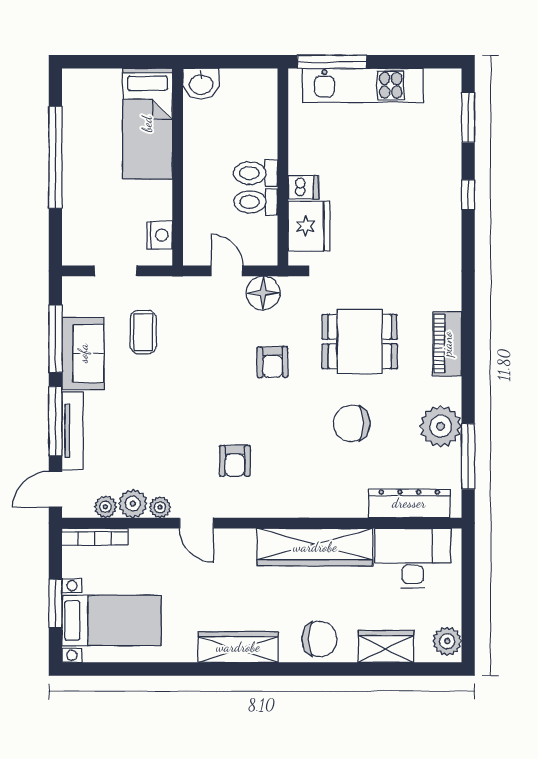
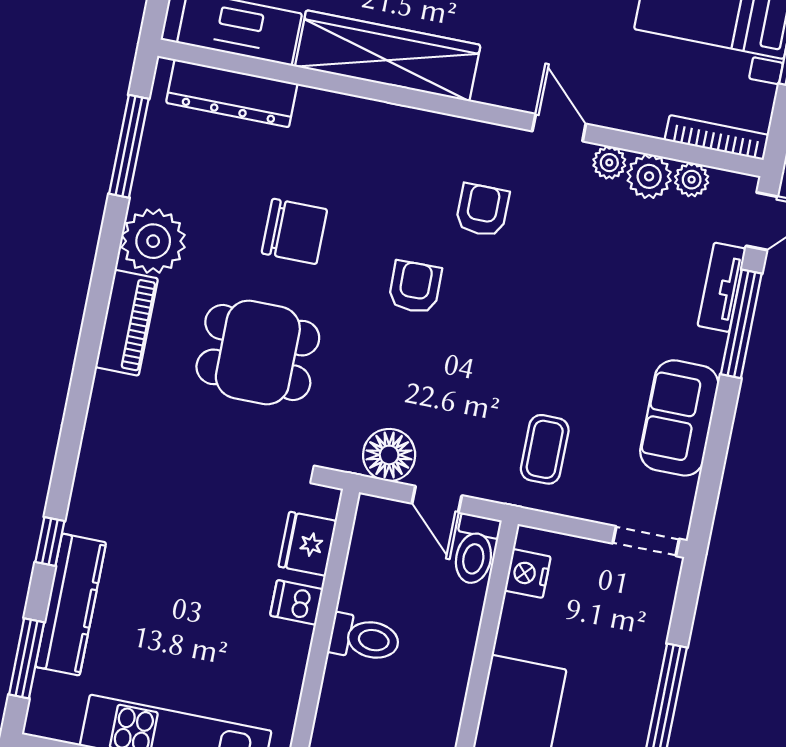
kitchen counter: (447, 157) -> (71, 605), added
toilet: (256, 202) -> (475, 550), moved, turned 90
fridge: (309, 226) -> (307, 544), width x0.73, depth x0.75
doorway: (116, 271) -> (646, 541), moved
coffee table: (143, 332) -> (545, 449), moved
window: (55, 339) -> (716, 449), removed
armchair: (272, 362) -> (415, 287), moved
plant: (441, 426) -> (153, 241), moved
tv unit: (73, 431) -> (722, 287), width x0.71

